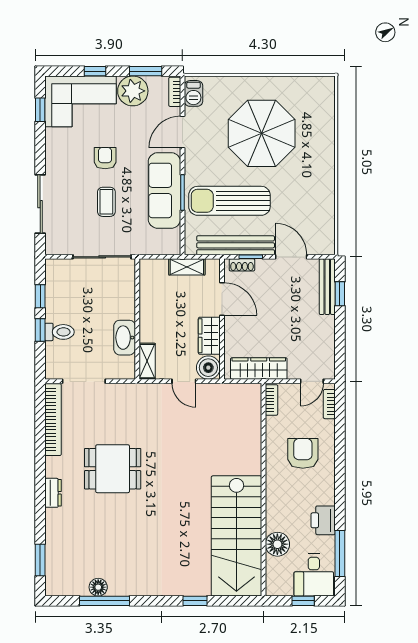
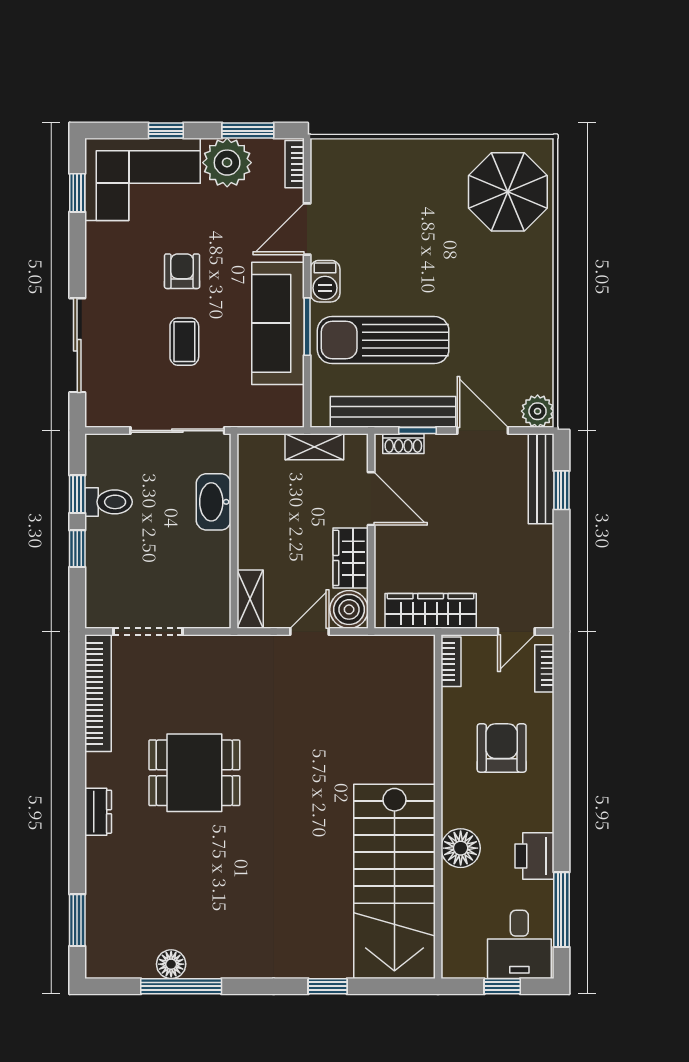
barbecue: (193, 93) -> (325, 281), moved
parasol: (262, 133) -> (508, 192), moved, width x0.73, depth x0.73
plant: (325, 245) -> (538, 411), added
toilet: (59, 332) -> (108, 502), moved
washbasin: (125, 338) -> (214, 502), moved
door: (184, 381) -> (310, 632), swing flipped
floor lamp: (277, 544) -> (461, 848), moved

